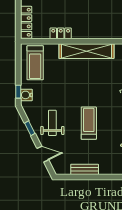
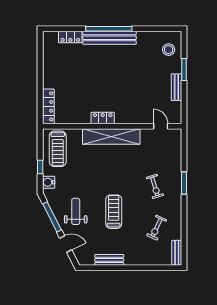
locker: (61, 33) -> (103, 118), moved
window: (18, 92) -> (40, 167), moved
window: (30, 128) -> (52, 217), width x2.17

